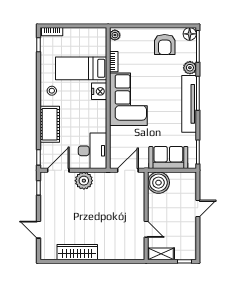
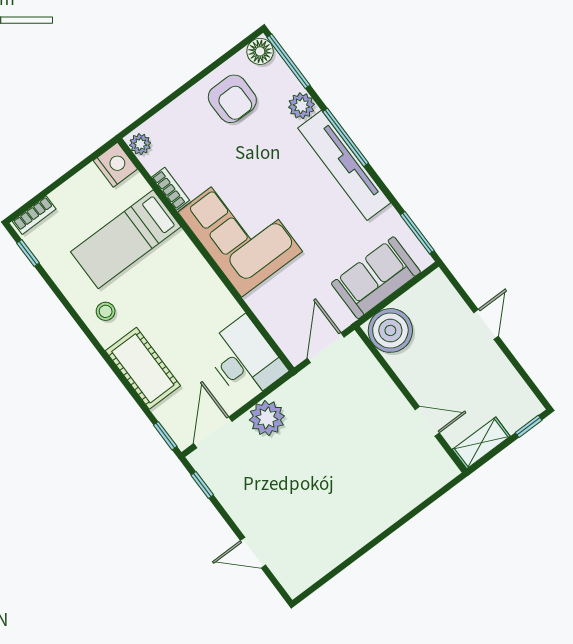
nightstand: (99, 91) -> (115, 165), moved
wardrobe: (77, 252) -> (343, 542), removed

